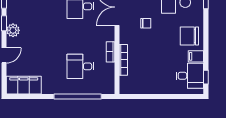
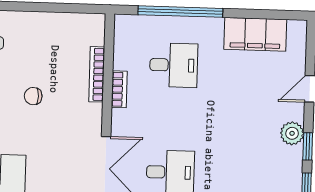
chair: (146, 23) -> (33, 96), moved
filing cabinet: (24, 85) -> (255, 34), moved

